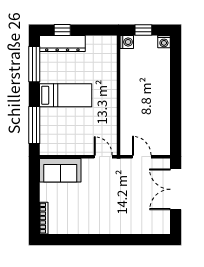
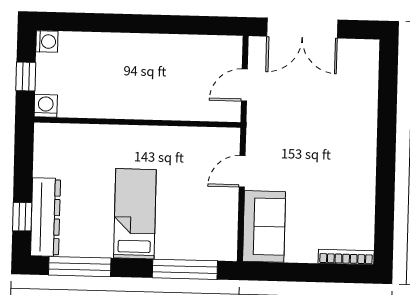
door: (103, 157) -> (242, 171), moved

